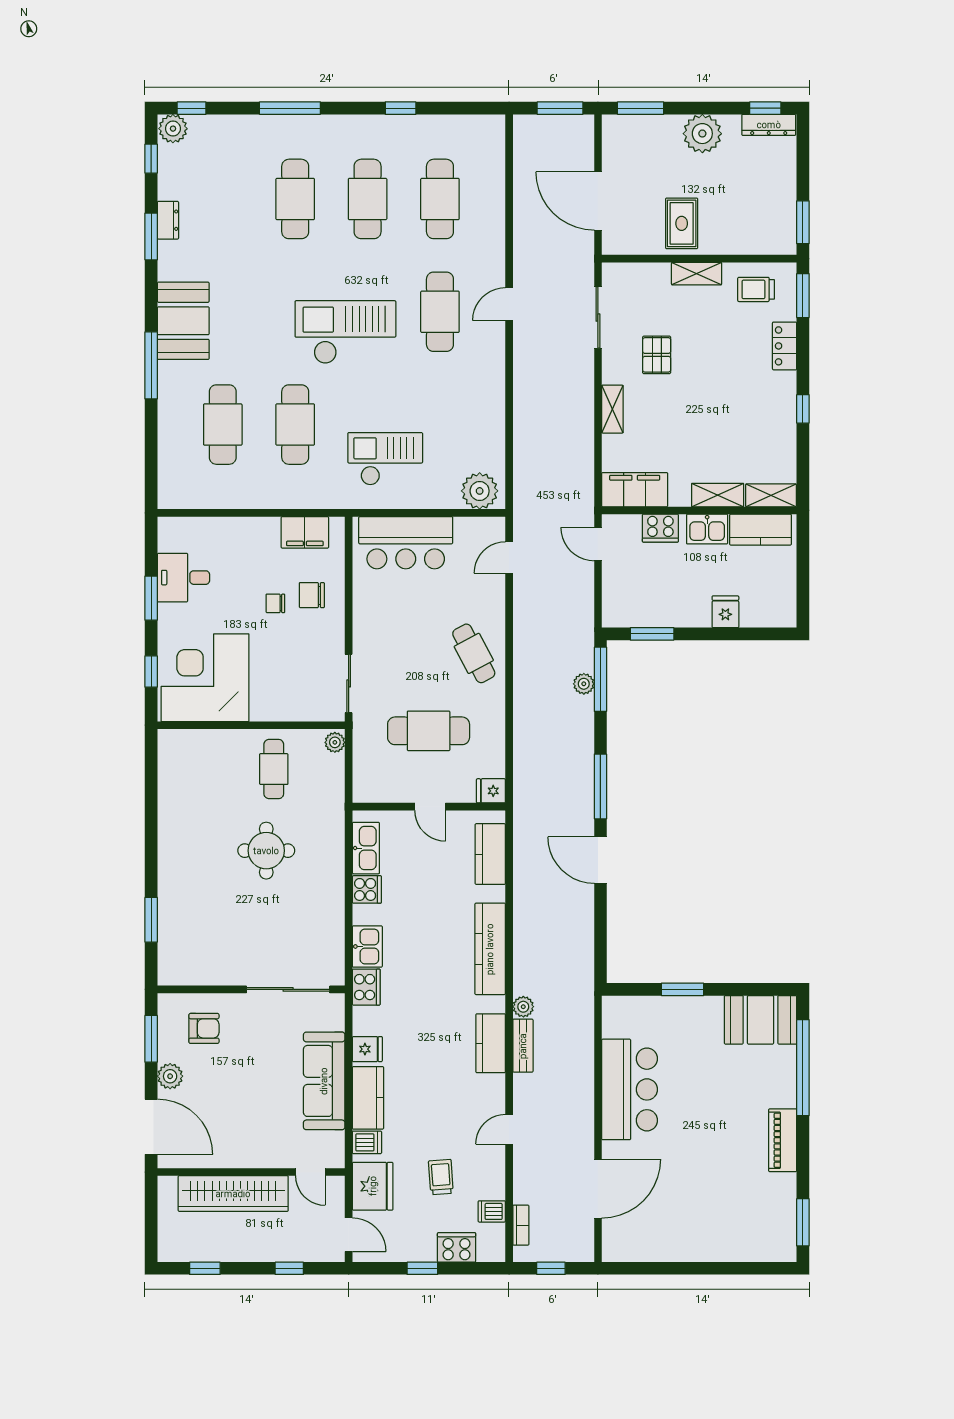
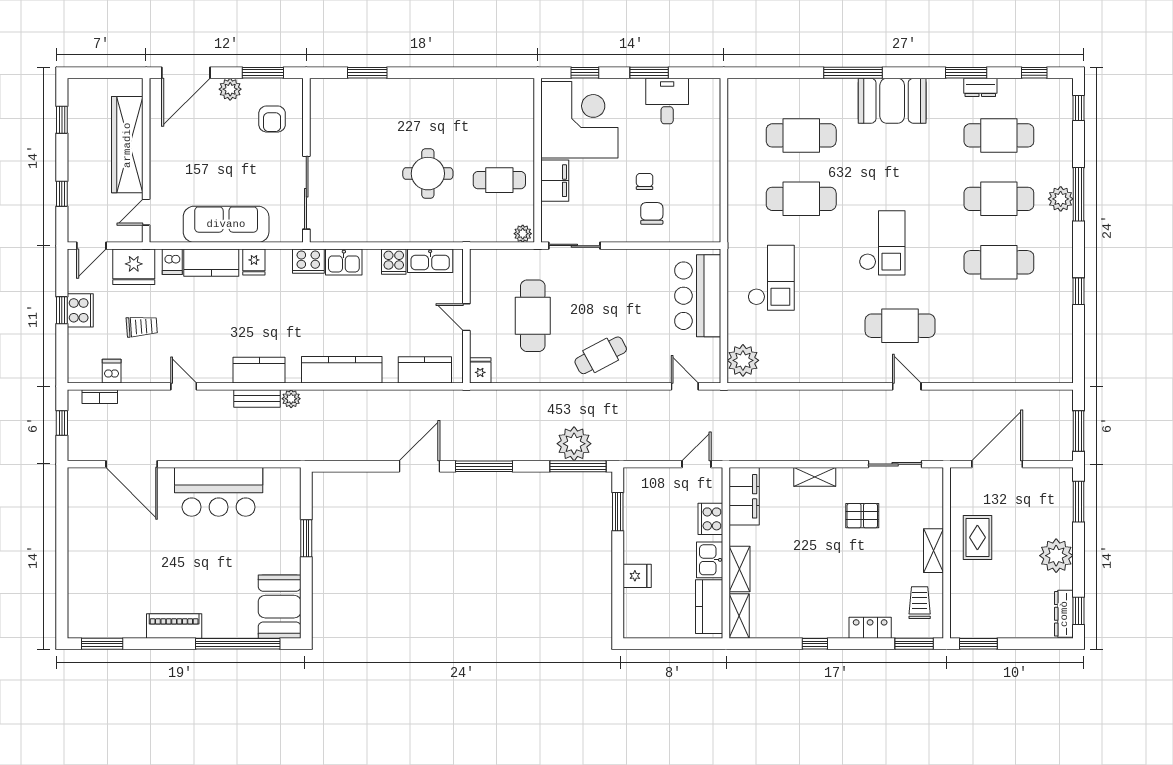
plant: (173, 129) -> (1061, 199), moved
cafe table: (440, 199) -> (999, 135), moved
rug: (682, 223) -> (977, 537), turned 90
checkout: (345, 332) -> (882, 243), width x0.73, depth x0.83
filing cabinet: (305, 532) -> (555, 181), moved, turned 180
plant: (584, 684) -> (574, 444), width x1.88, depth x1.88
door: (430, 807) -> (466, 317), hinge flipped
cooker: (457, 1247) -> (80, 310), moved

